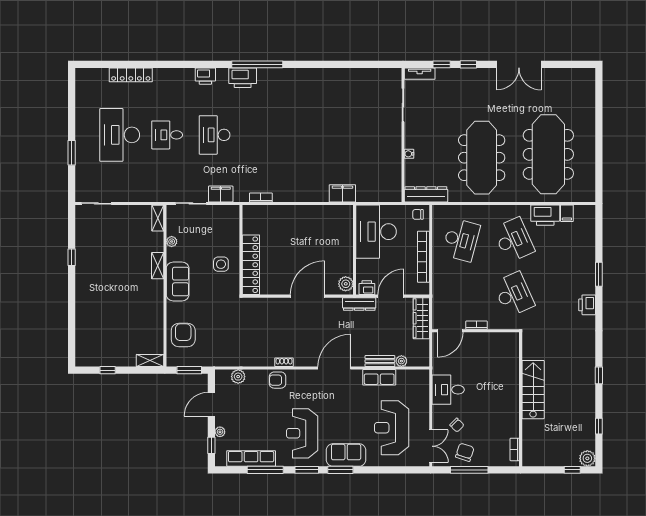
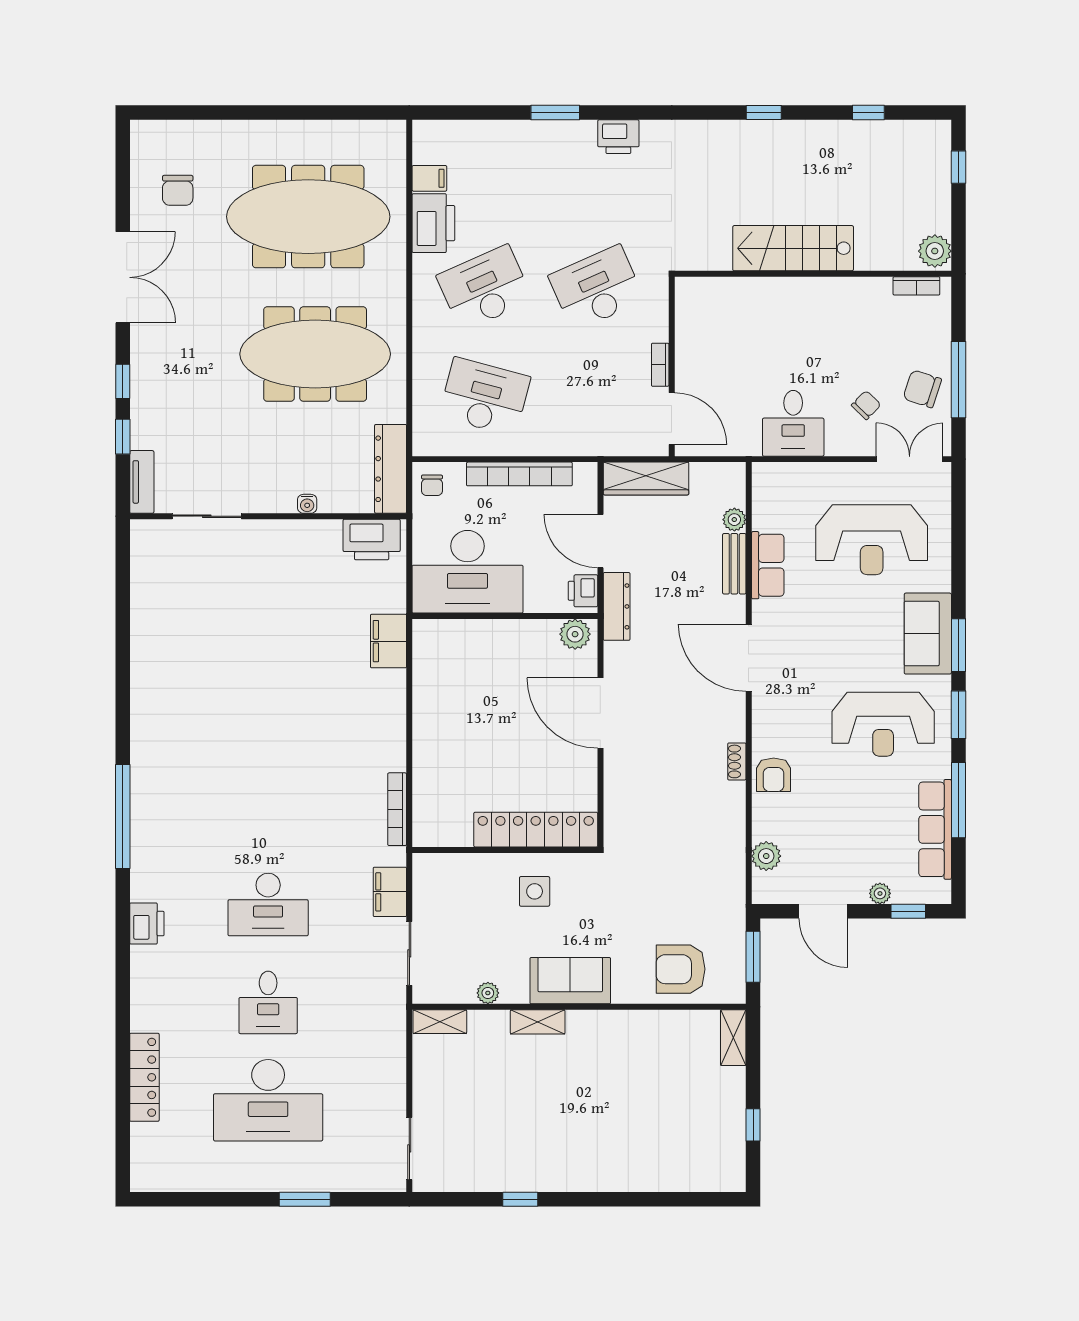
printer: (243, 78) -> (372, 539), moved, turned 90
chair: (561, 91) -> (178, 190), added
bookcase: (261, 197) -> (397, 809), width x1.56
plant: (587, 458) -> (935, 251), moved

